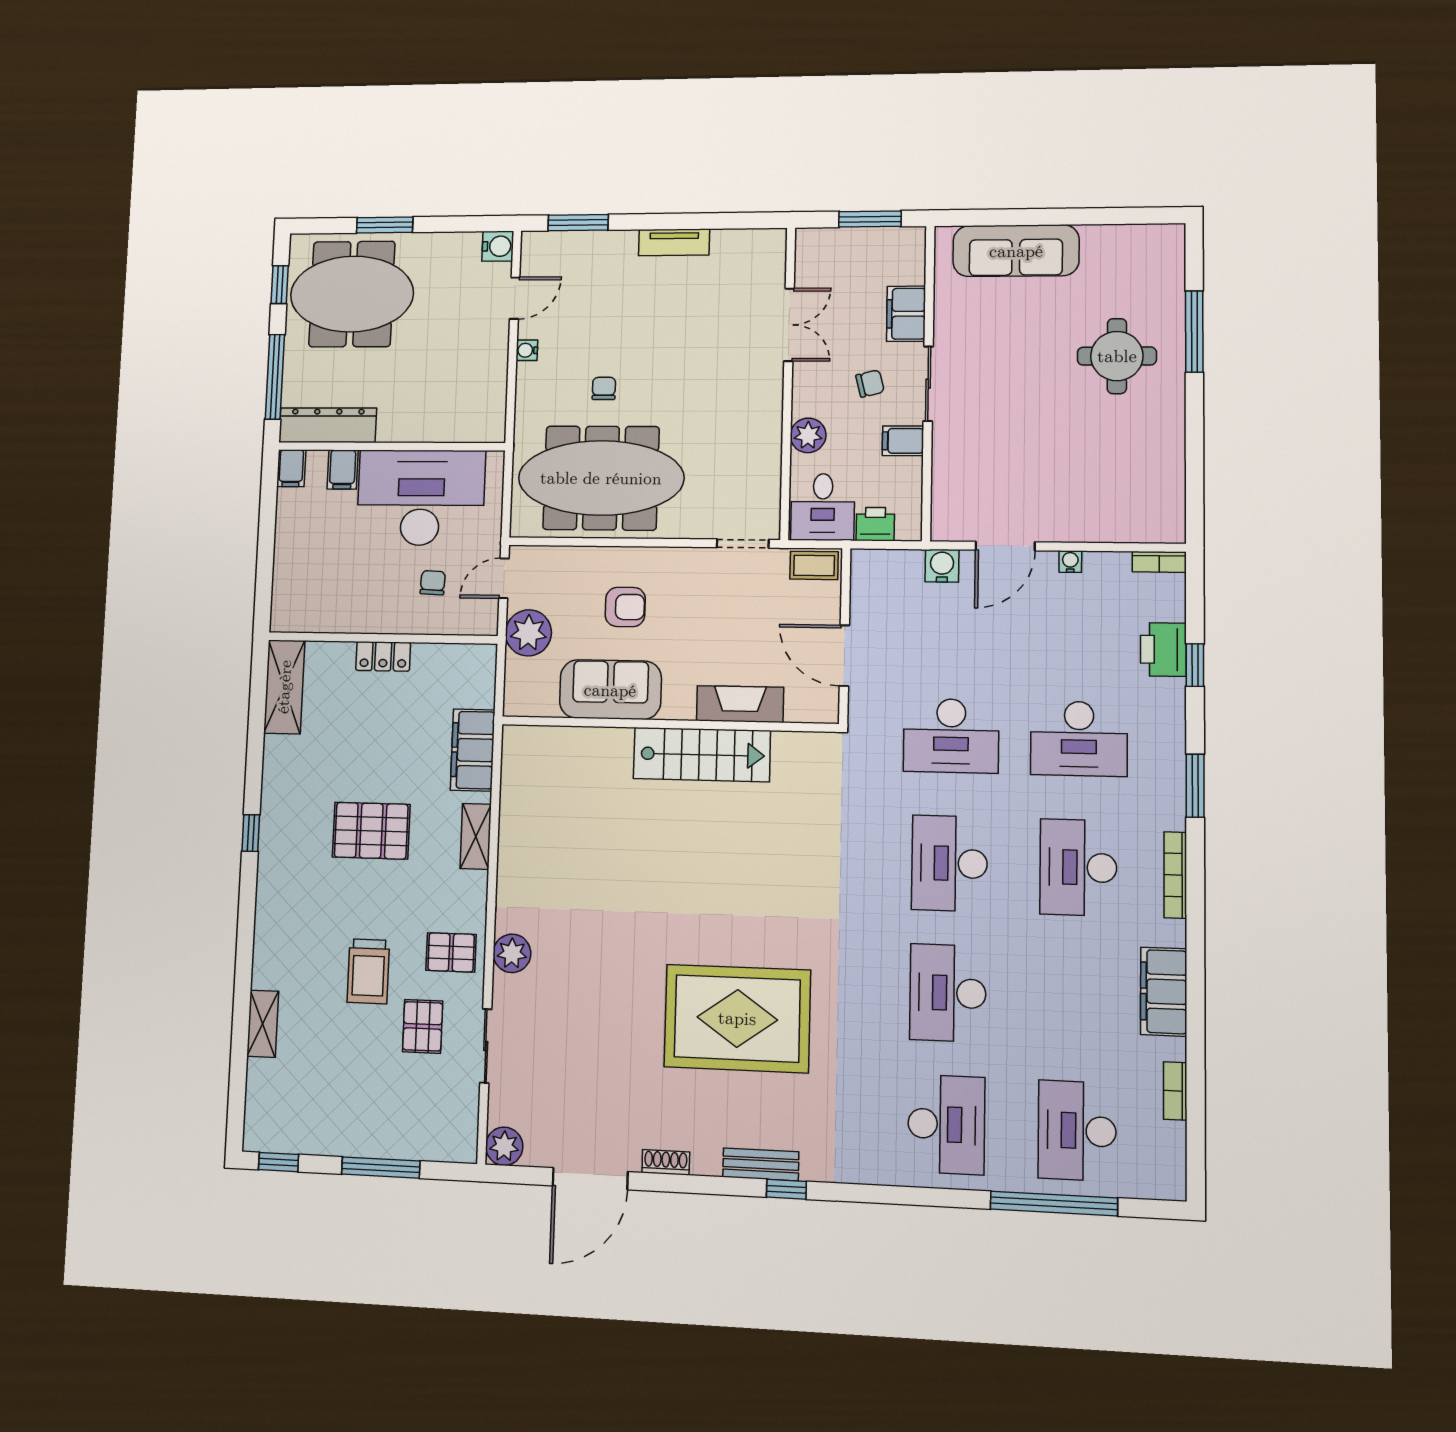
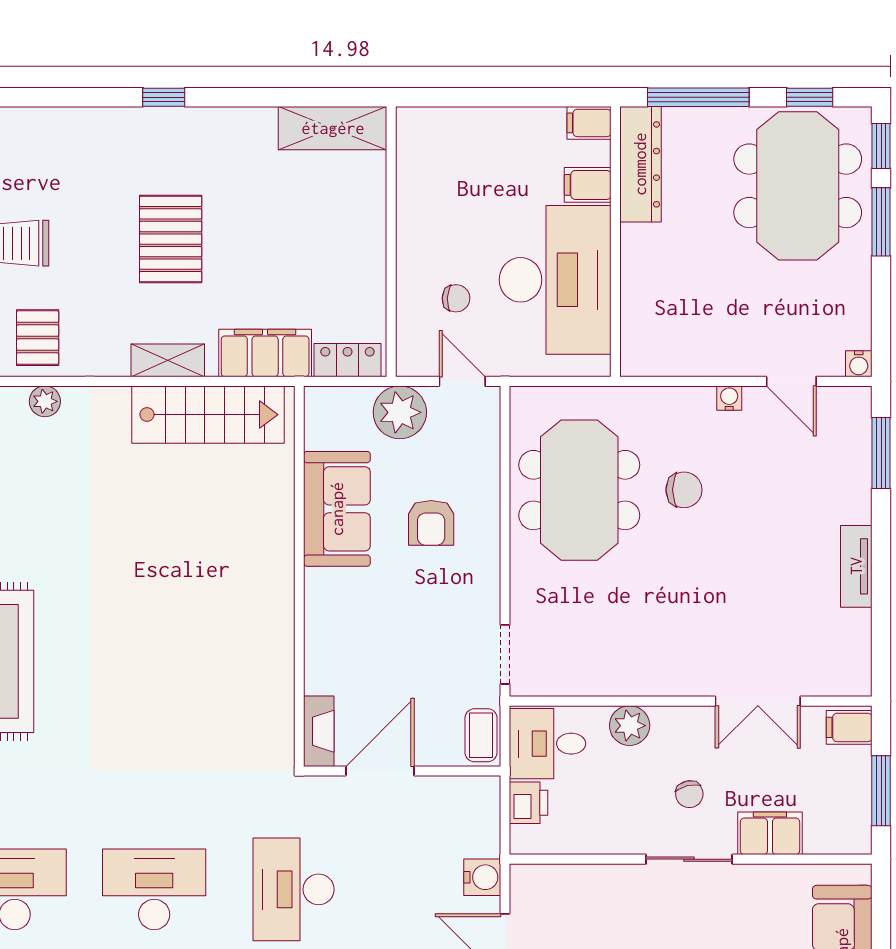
window: (323, 226) -> (881, 146), added
water cooler: (498, 246) -> (859, 364), width x0.72, depth x0.72
chair: (604, 388) -> (684, 490), width x1.37, depth x1.37
filing cabinet: (903, 441) -> (849, 727), moved, turned -90
meeting table: (601, 478) -> (579, 490), width x0.73
locker: (383, 656) -> (347, 360), moved, turned 90
fireplace: (740, 704) -> (319, 731), moved, width x0.73, depth x0.76
stairs: (702, 755) -> (208, 415), moved, turned -90
plant: (512, 953) -> (45, 401), width x0.73, depth x0.73

